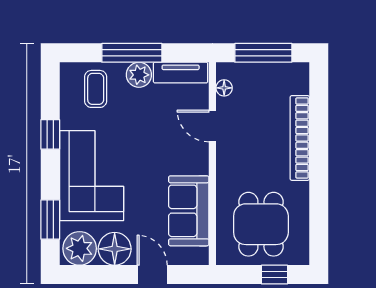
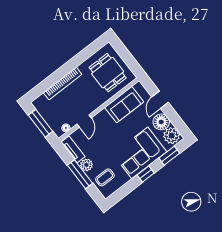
window: (50, 134) -> (146, 174), moved
dining table: (261, 224) -> (108, 73), turned 90
window: (274, 275) -> (123, 52), removed

